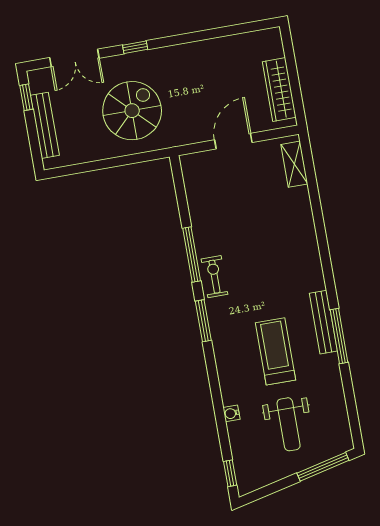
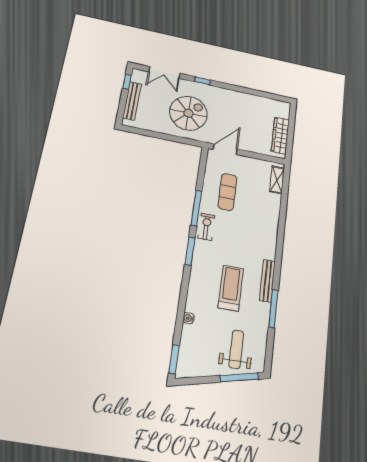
door: (233, 141) -> (225, 149), moved
exercise mat: (228, 212) -> (227, 192), added
window: (339, 336) -> (273, 309), moved
weight bench: (289, 424) -> (236, 349), moved, turned 180
window: (230, 473) -> (174, 359), width x1.50

